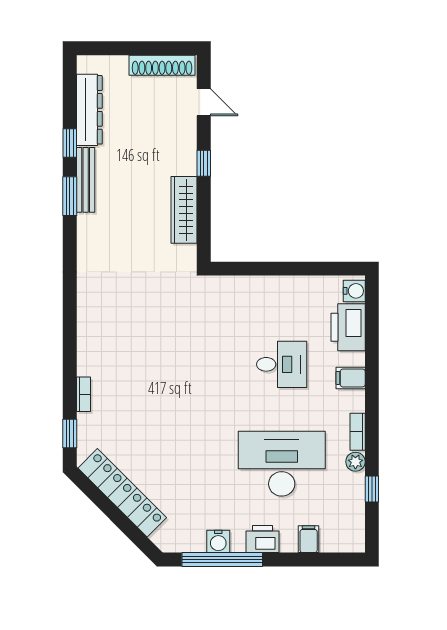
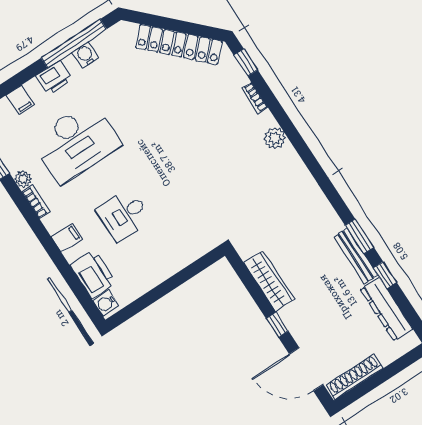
door: (204, 102) -> (306, 369), width x1.88
plant: (89, 343) -> (275, 138), added

